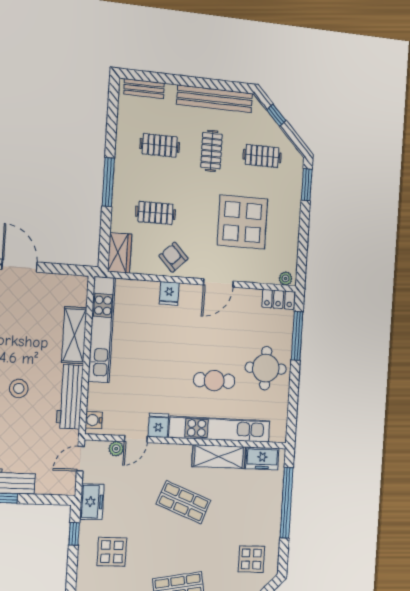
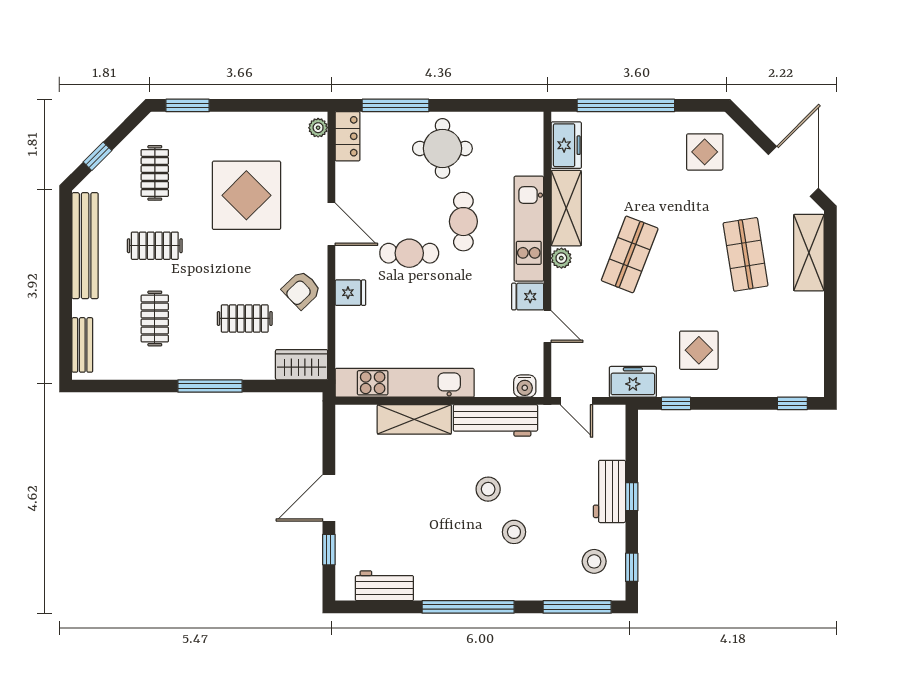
clothes rail: (156, 213) -> (245, 318), turned 90
cafe table: (195, 339) -> (409, 253), added
kitchen unit: (220, 429) -> (529, 229), width x0.73
plant: (116, 449) -> (561, 258), moved

